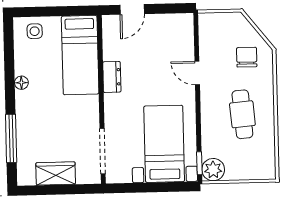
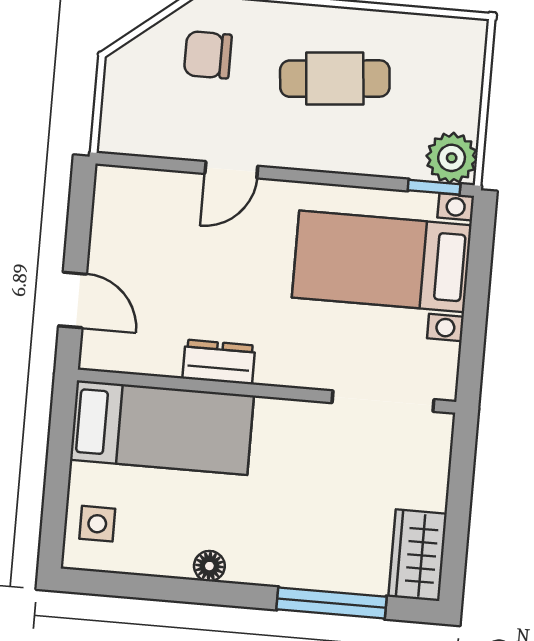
wardrobe: (56, 173) -> (418, 555), moved

